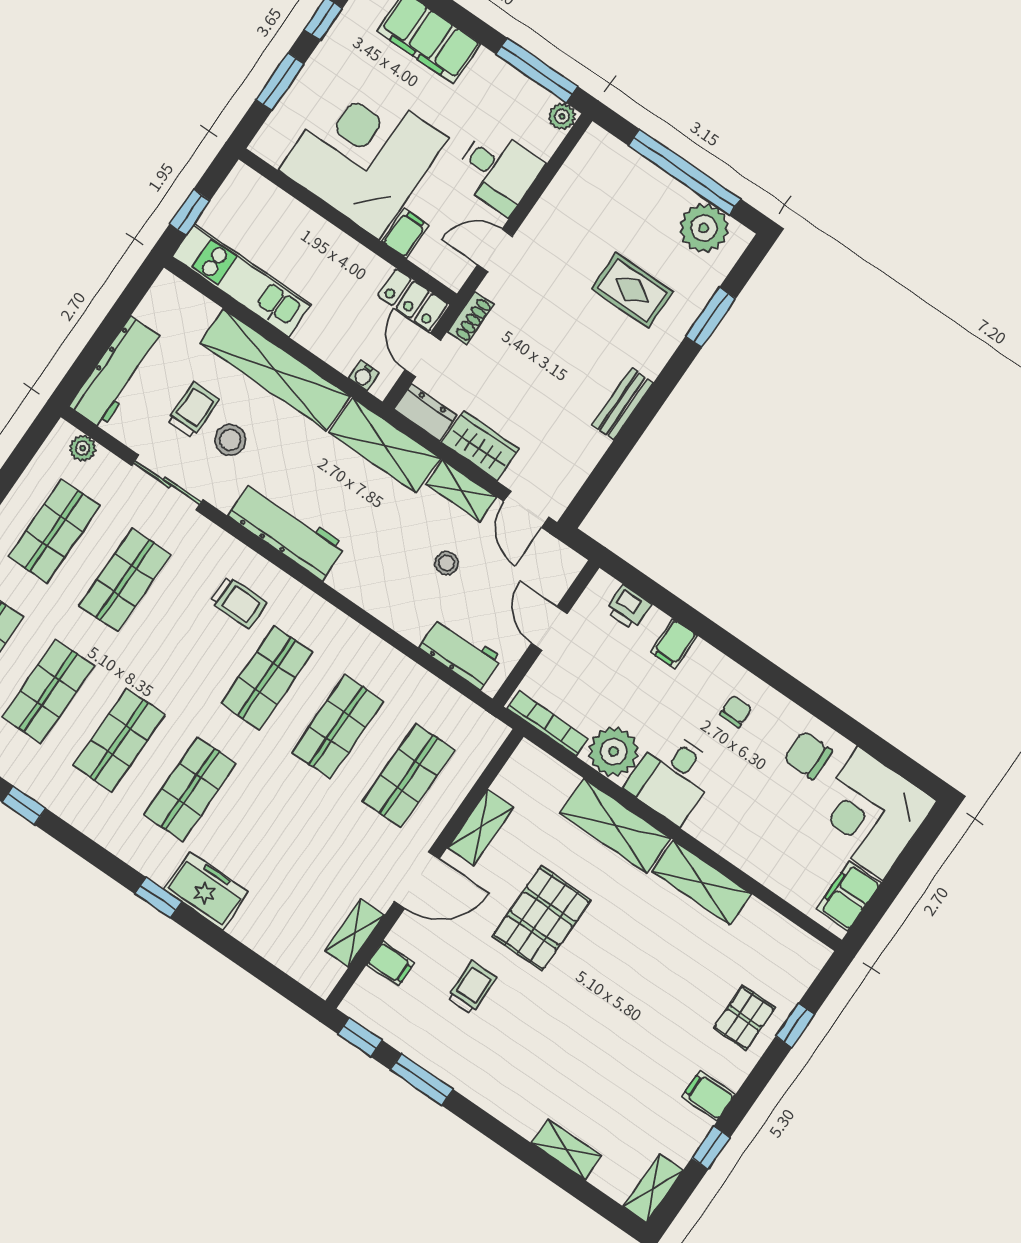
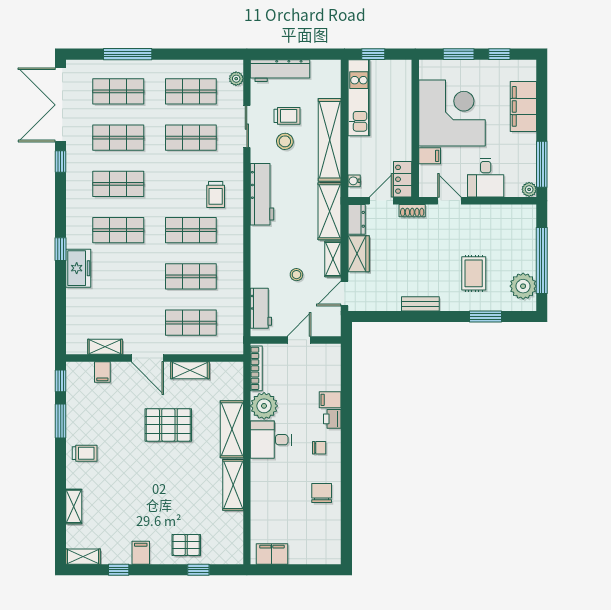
printer: (629, 608) -> (332, 419), moved
corner desk: (870, 814) -> (315, 538), removed
trolley: (472, 988) -> (85, 453), moved

